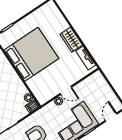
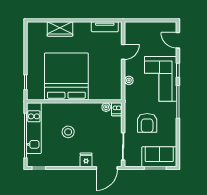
wardrobe: (71, 40) -> (60, 29), moved
door: (66, 90) -> (123, 52), moved

